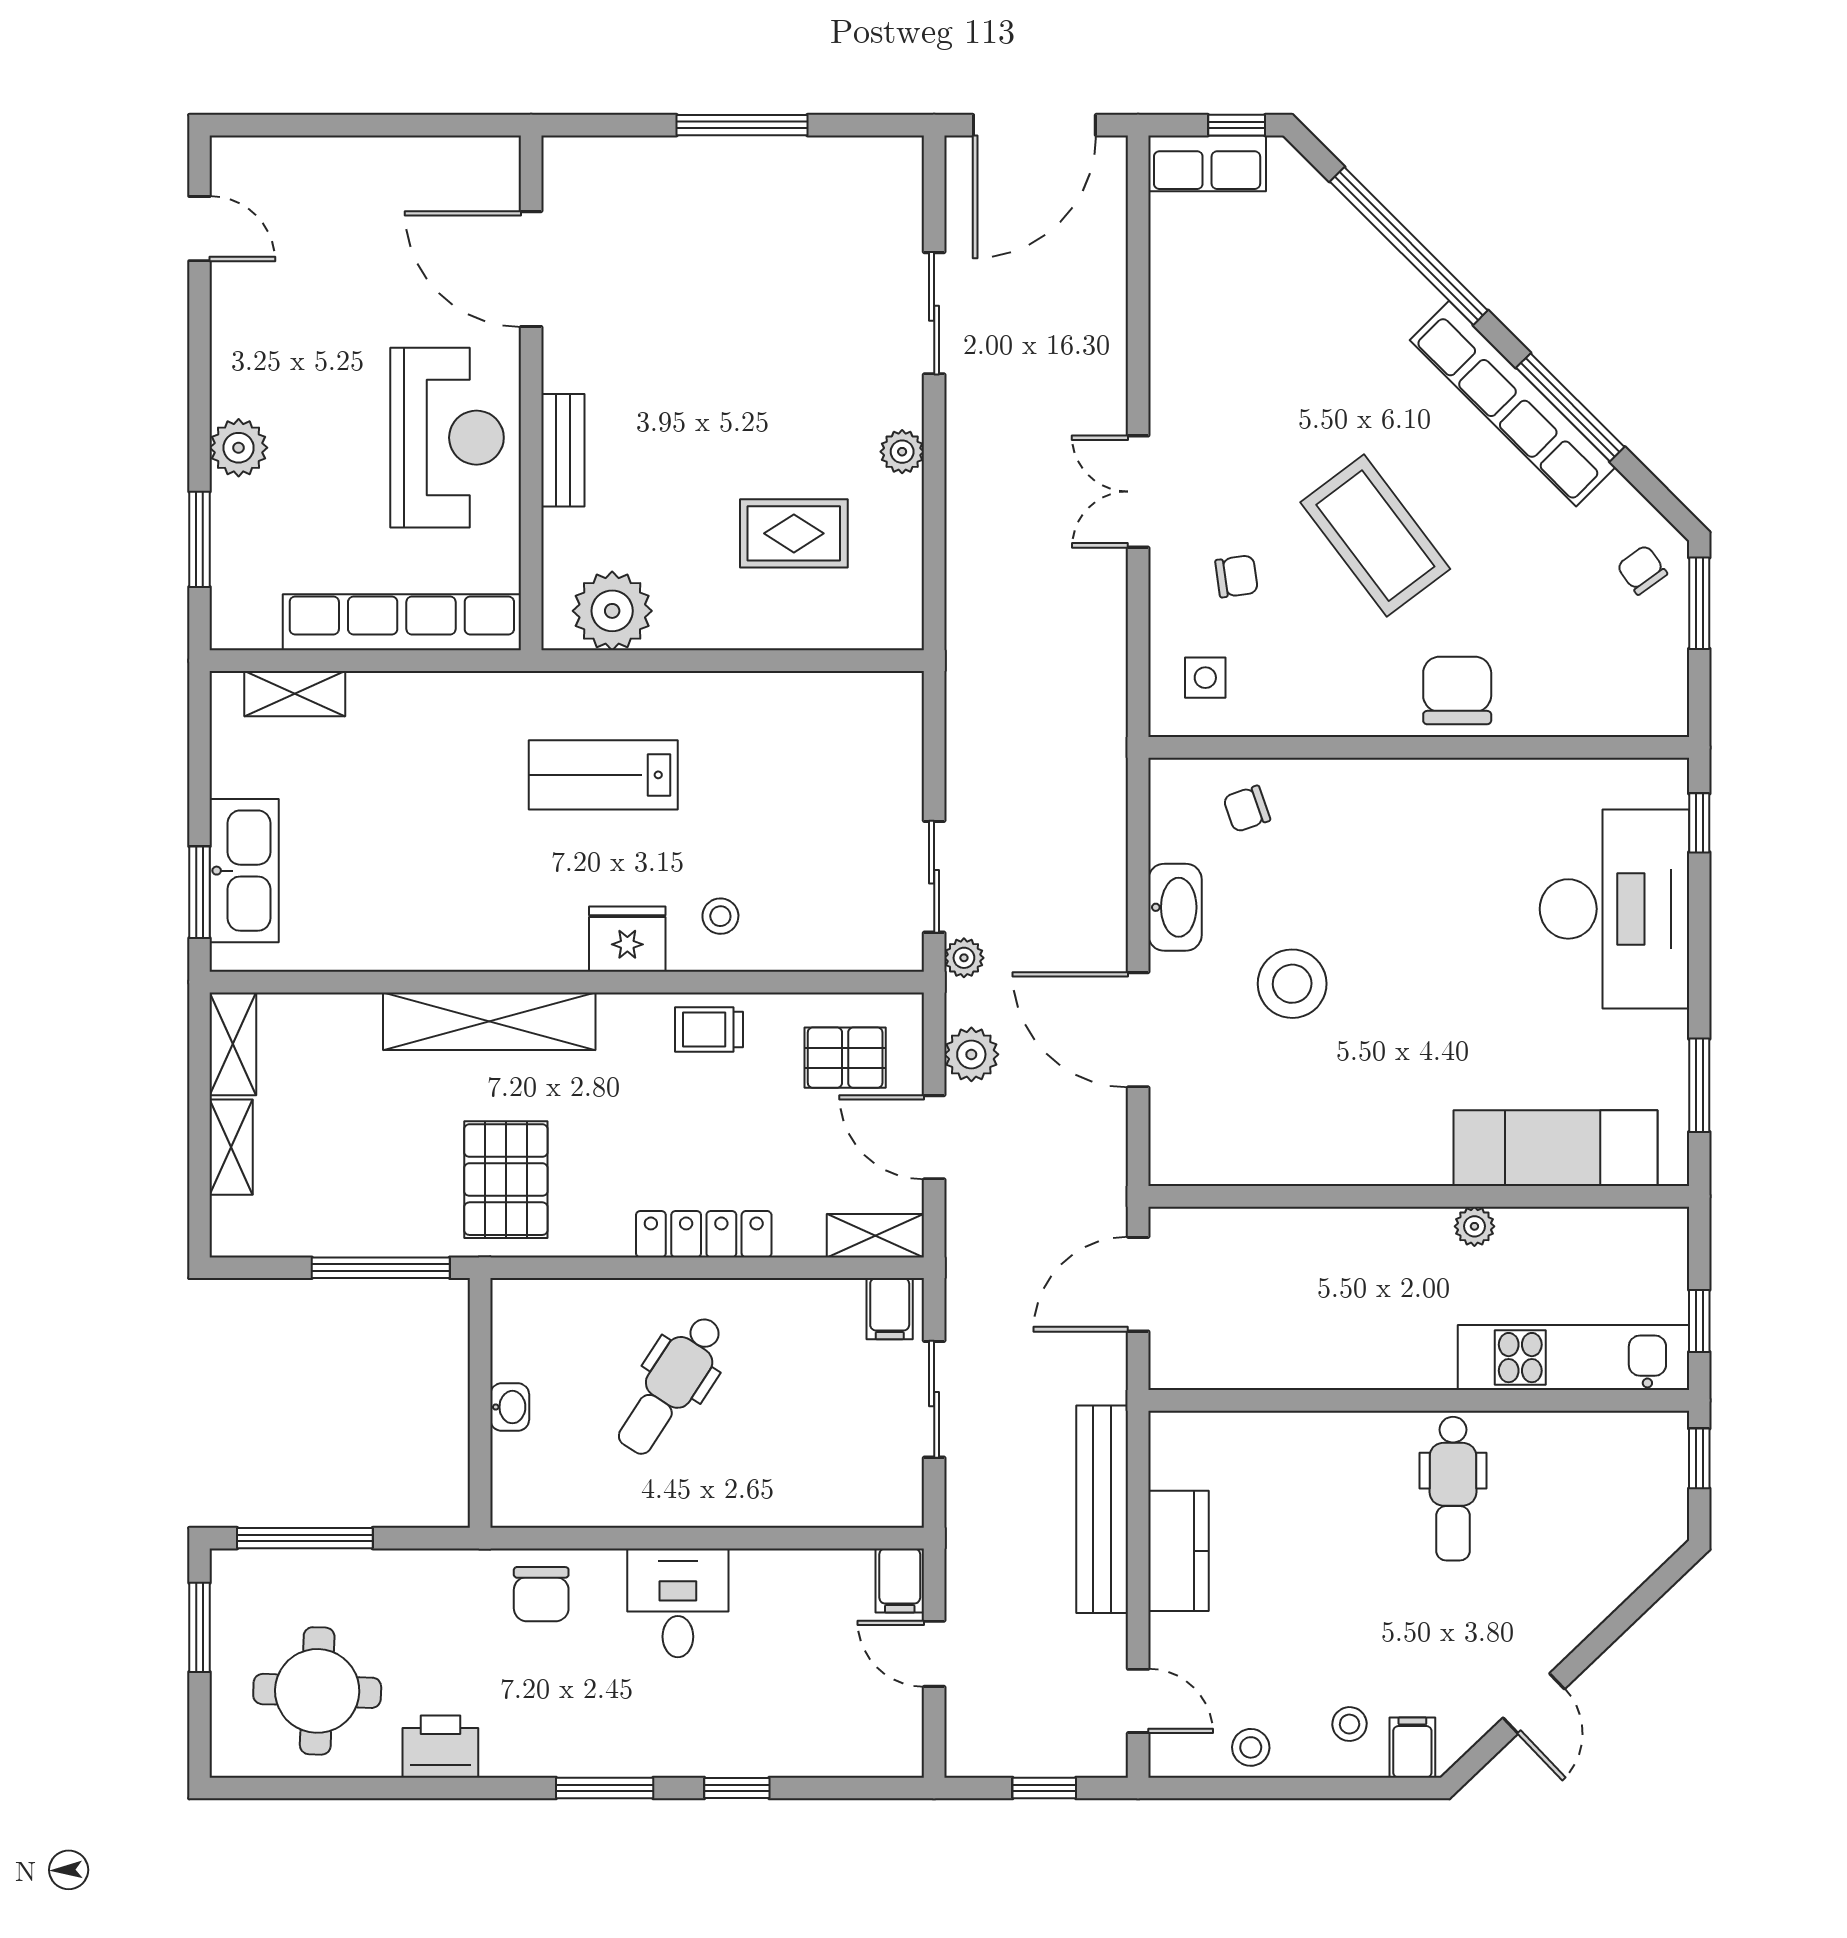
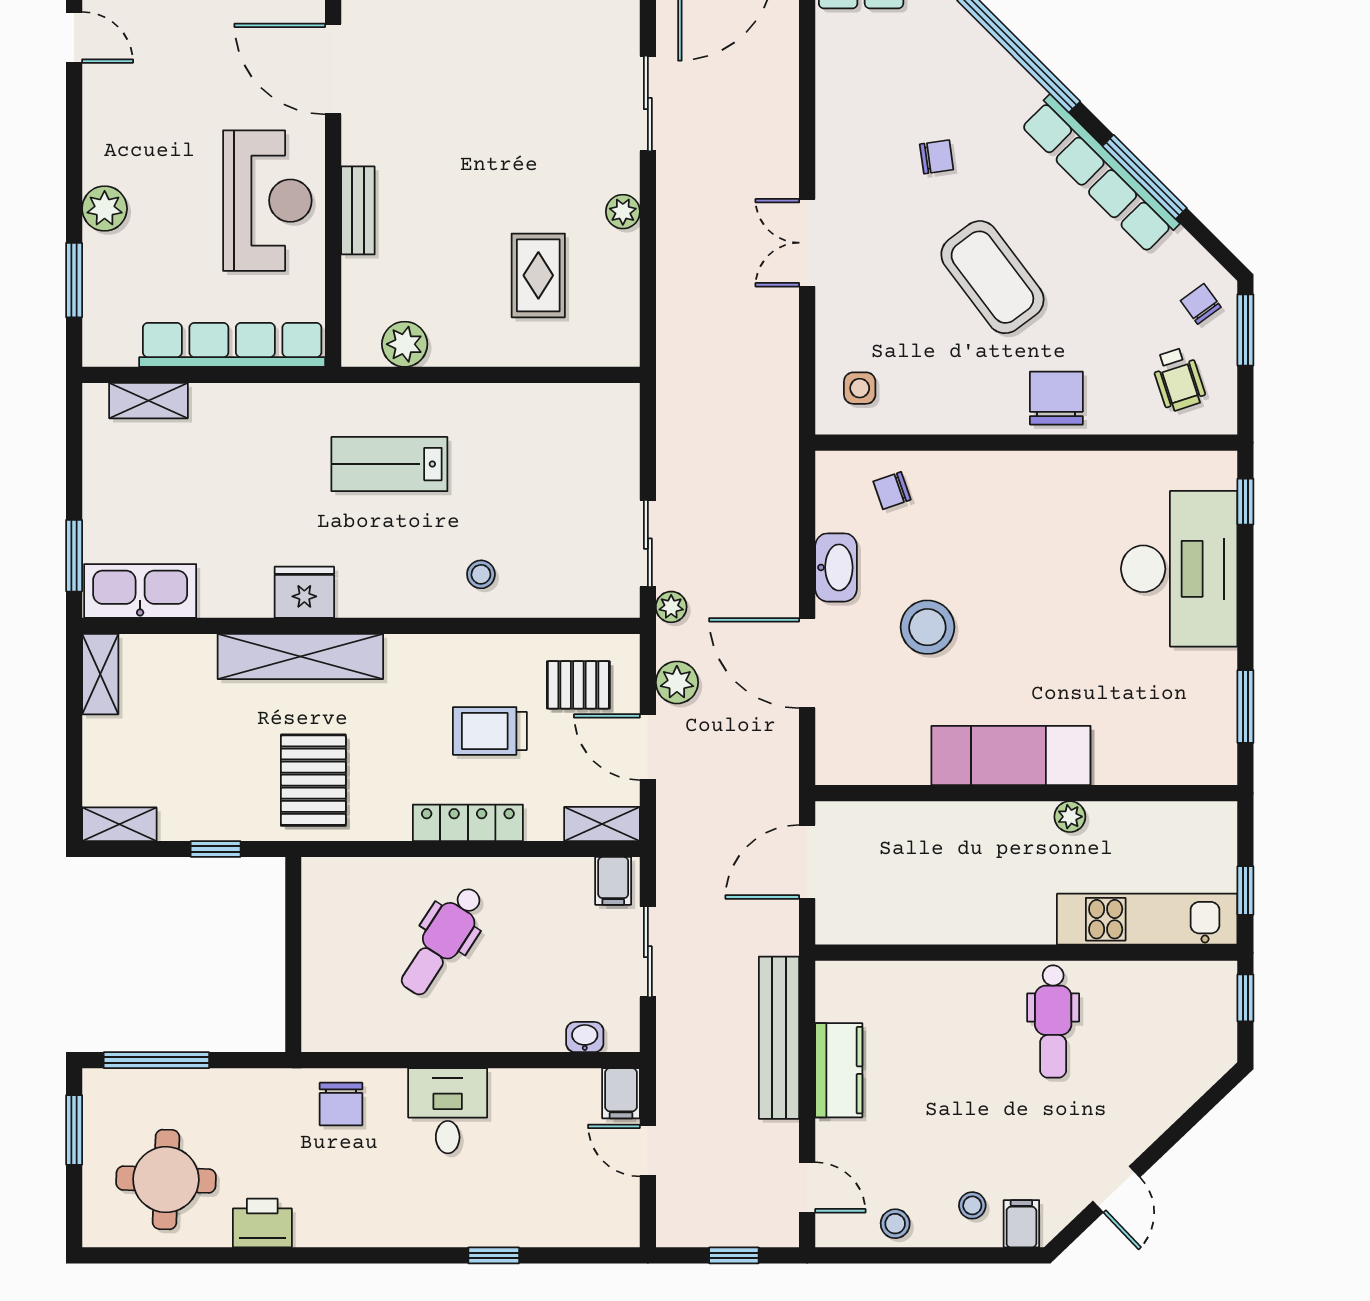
rug: (794, 533) -> (538, 275), turned 90
chair: (1237, 576) -> (937, 157), moved
plant: (612, 611) -> (405, 344), width x0.73, depth x0.73
wheelchair: (1613, 666) -> (1178, 379), added
kitchen sink: (244, 871) -> (140, 591), moved, turned -90
fridge: (627, 939) -> (304, 592), moved
trolley: (709, 1029) -> (490, 731), moved, width x1.36, depth x1.39
shelving: (231, 1147) -> (119, 824), moved, turned 90
exam couch: (1556, 1148) -> (1011, 756), moved
window: (381, 1268) -> (216, 849), width x0.46
washbasin: (510, 1407) -> (585, 1037), moved, turned -90
window: (605, 1788) -> (390, 1255), removed

